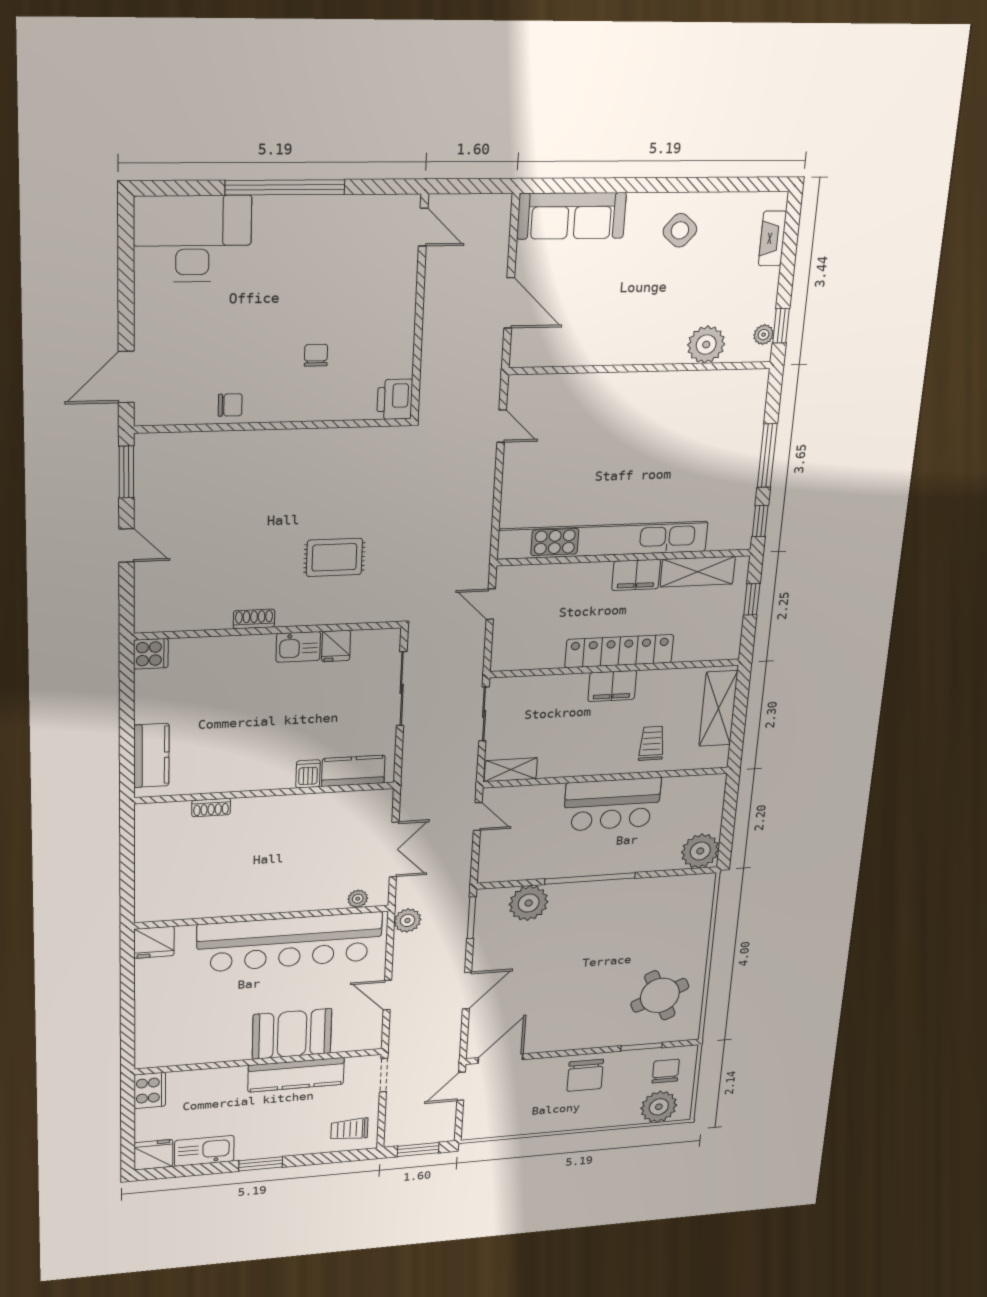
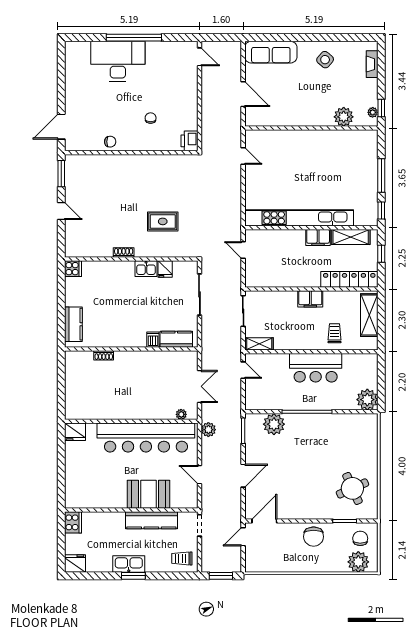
desk: (192, 239) -> (118, 61), moved
locker: (619, 651) -> (349, 279), moved
kitchen sink: (204, 1151) -> (129, 564), moved

